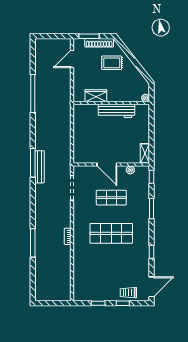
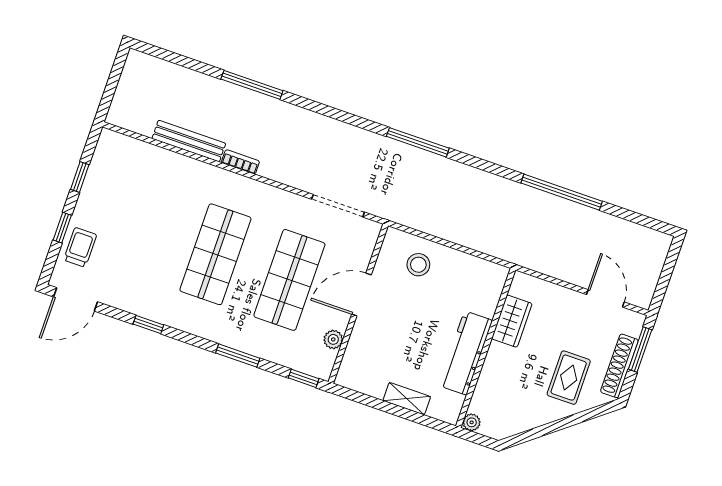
stool: (85, 144) -> (418, 265), added
shelving: (145, 153) -> (407, 399), moved
bench: (40, 167) -> (189, 141), moved
shop shelf: (111, 198) -> (289, 280), width x1.43, depth x1.36
door: (152, 287) -> (75, 299), hinge flipped

